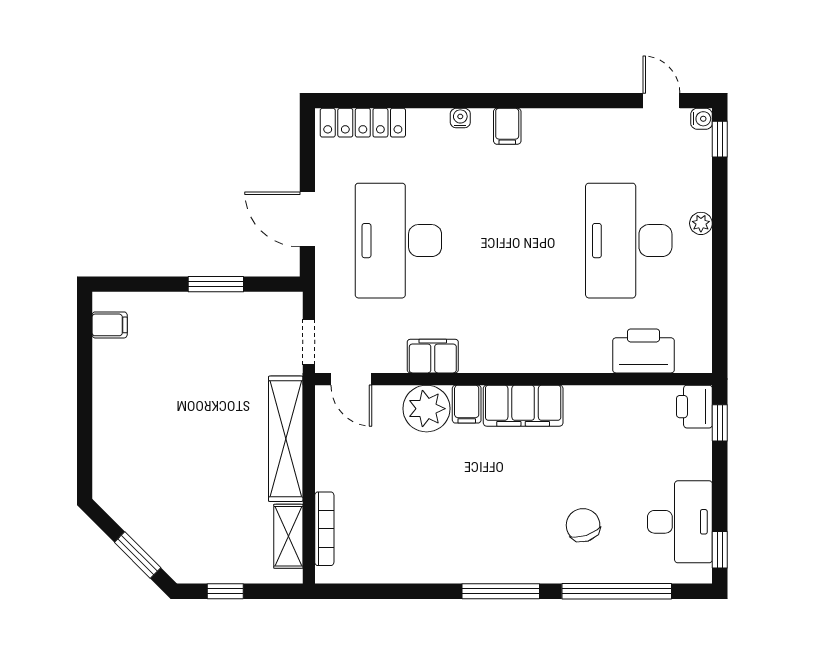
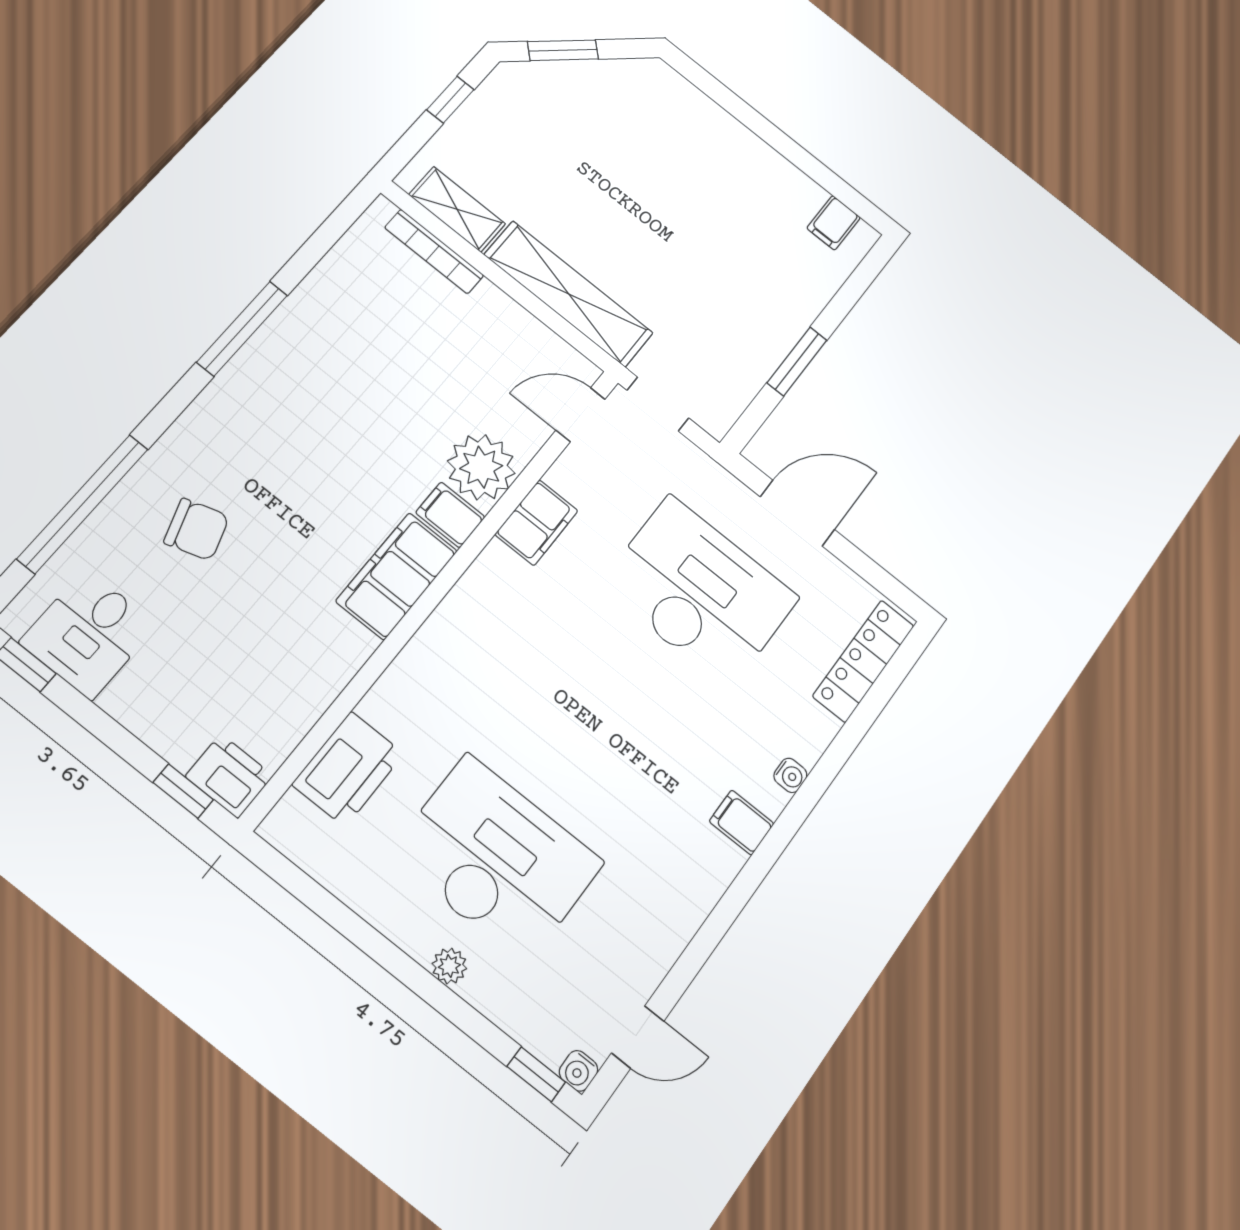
desk: (680, 522) -> (89, 634), width x0.73
window: (501, 591) -> (242, 329), moved

